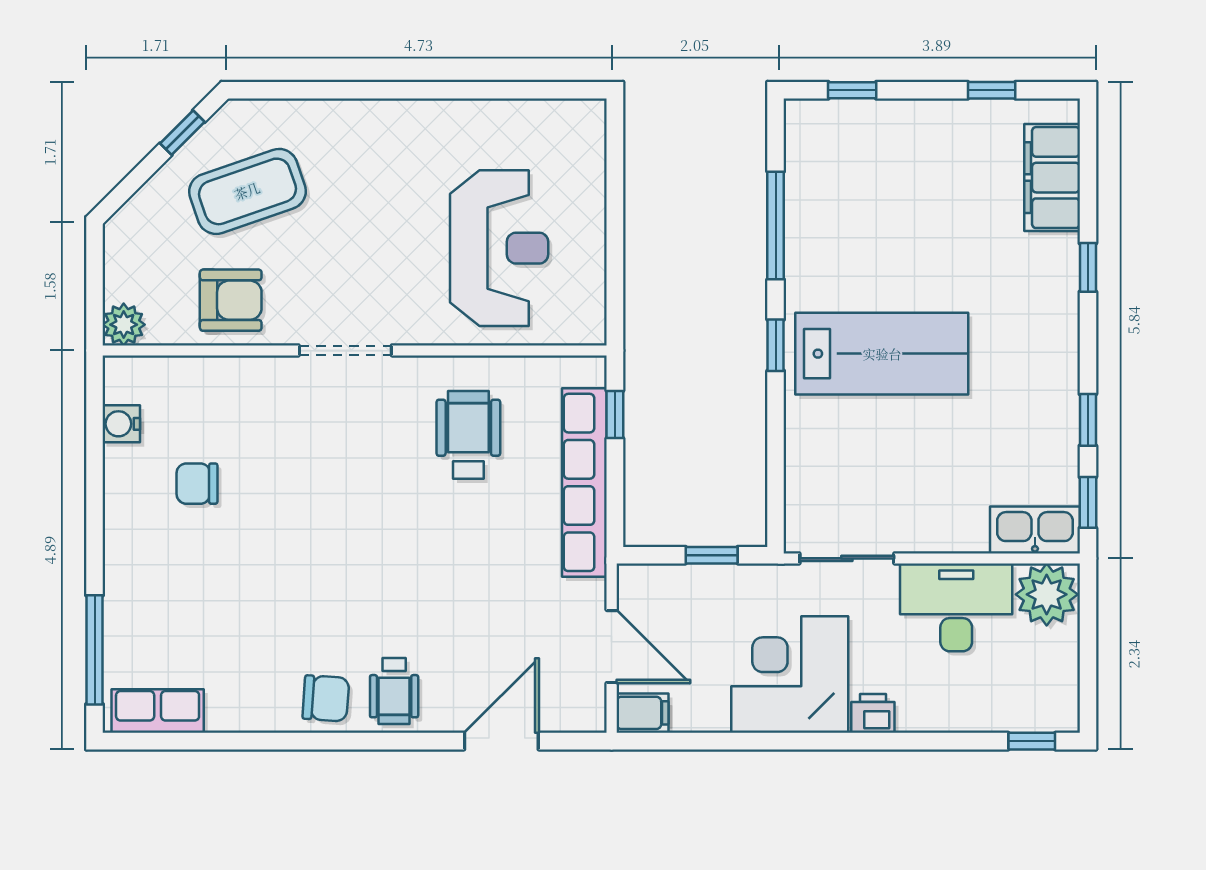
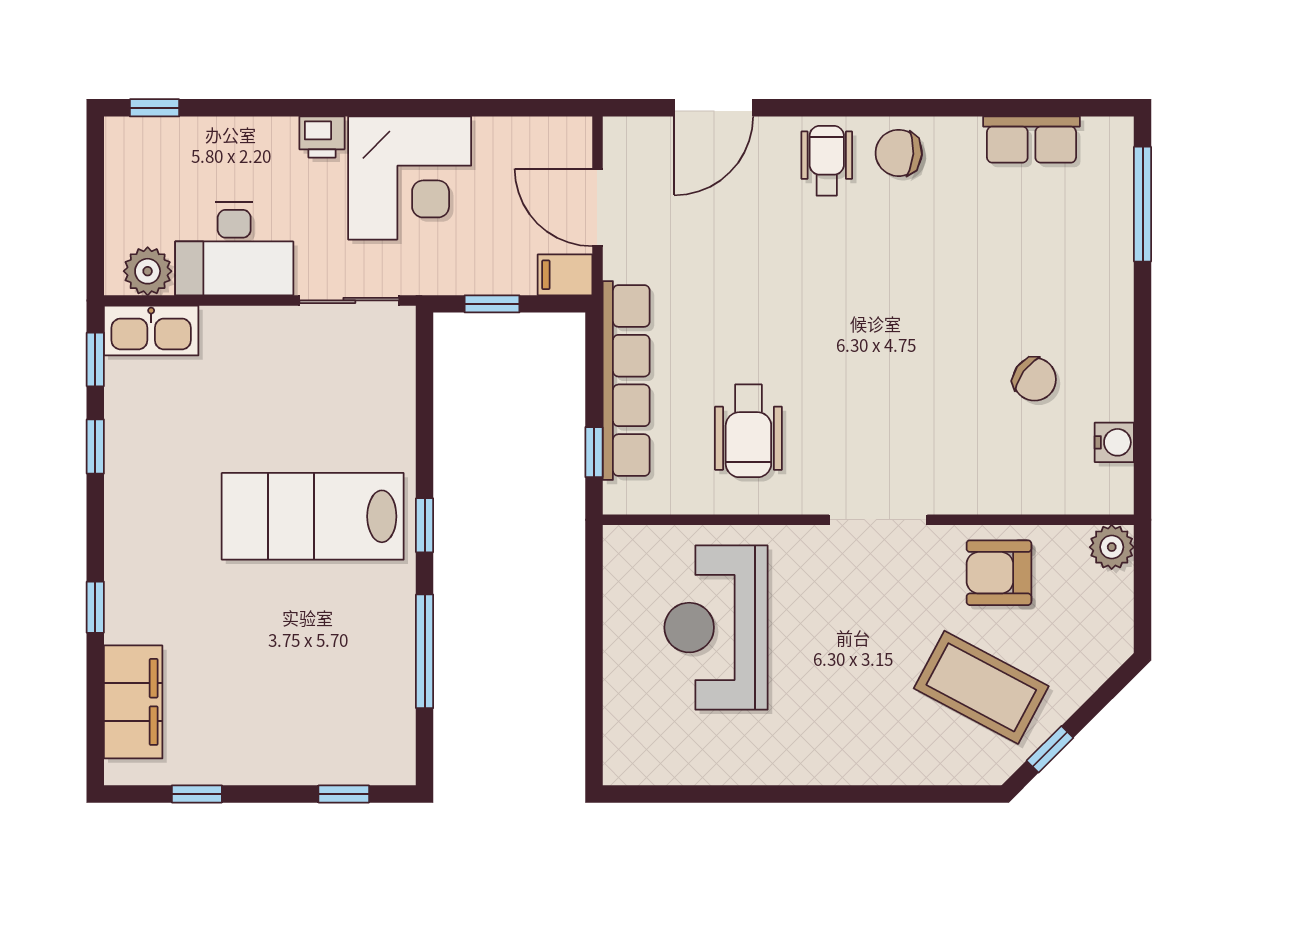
coffee table: (247, 191) -> (981, 687), turned 47
chair: (197, 484) -> (1035, 379), turned 36
plant: (1047, 594) -> (148, 271), width x0.73, depth x0.73
row of seats: (158, 711) -> (1031, 140), moved
filing cabinet: (642, 713) -> (565, 275), moved

